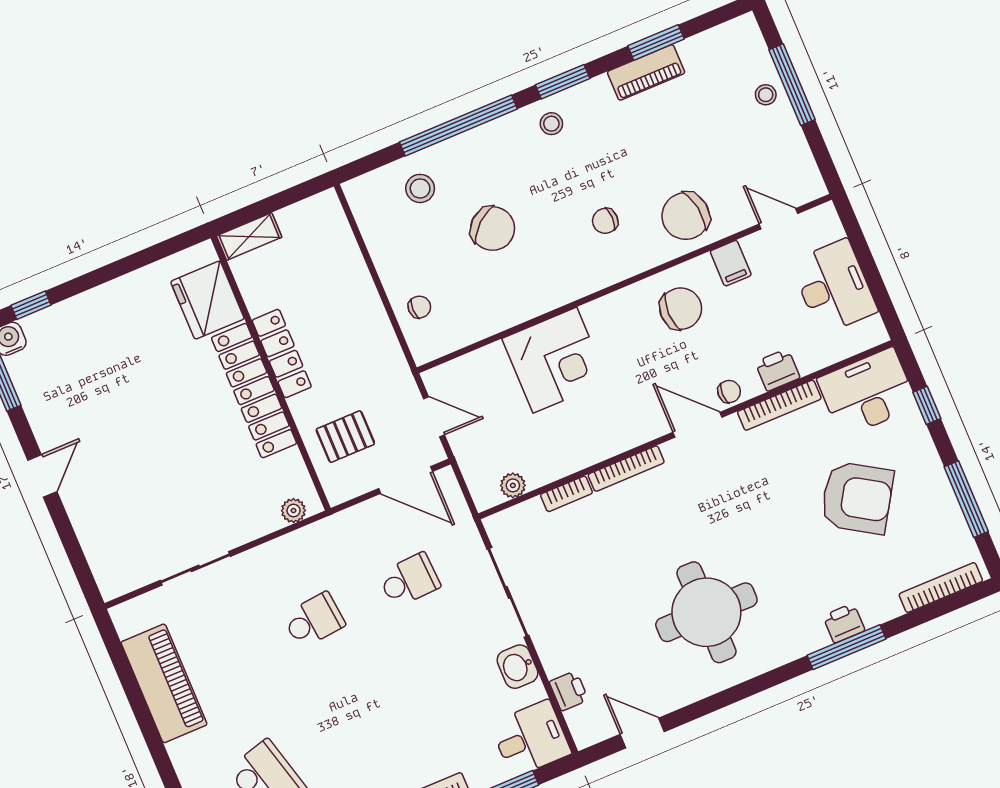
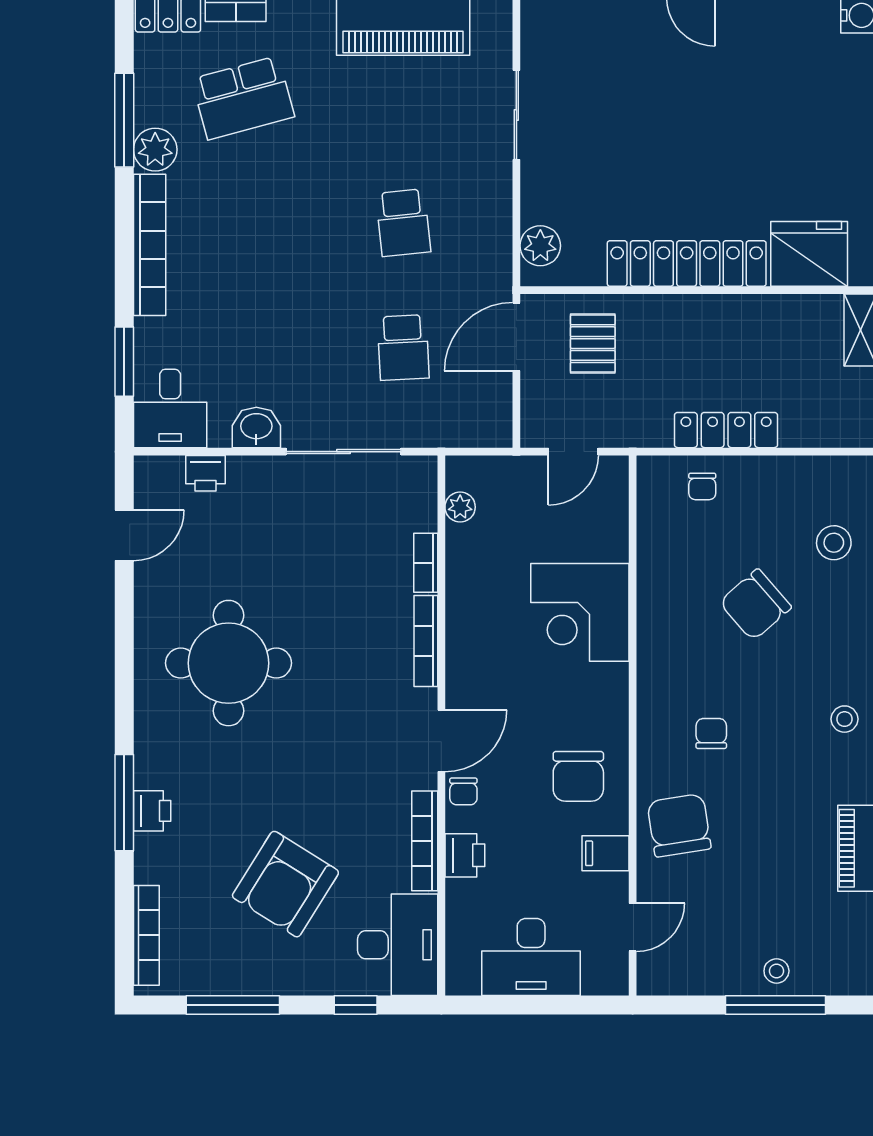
locker: (282, 354) -> (726, 430), moved, turned 180
door: (406, 480) -> (516, 337), moved
plant: (293, 511) -> (540, 246), width x1.38, depth x1.38

